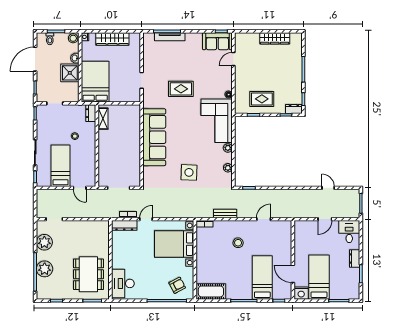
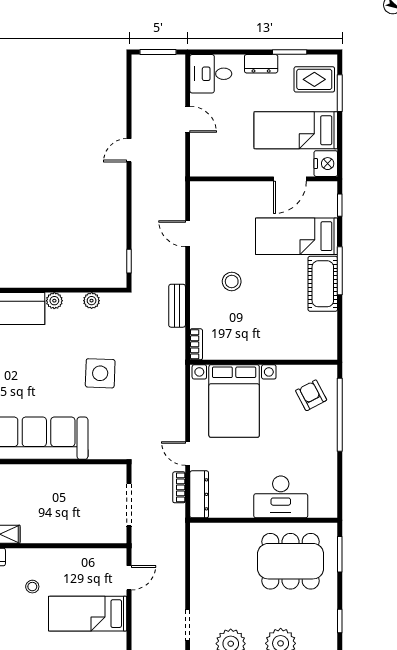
door: (328, 188) -> (129, 150), moved
desk: (123, 283) -> (281, 497), moved
rug: (346, 287) -> (314, 79), added
cot: (211, 291) -> (323, 284), moved

